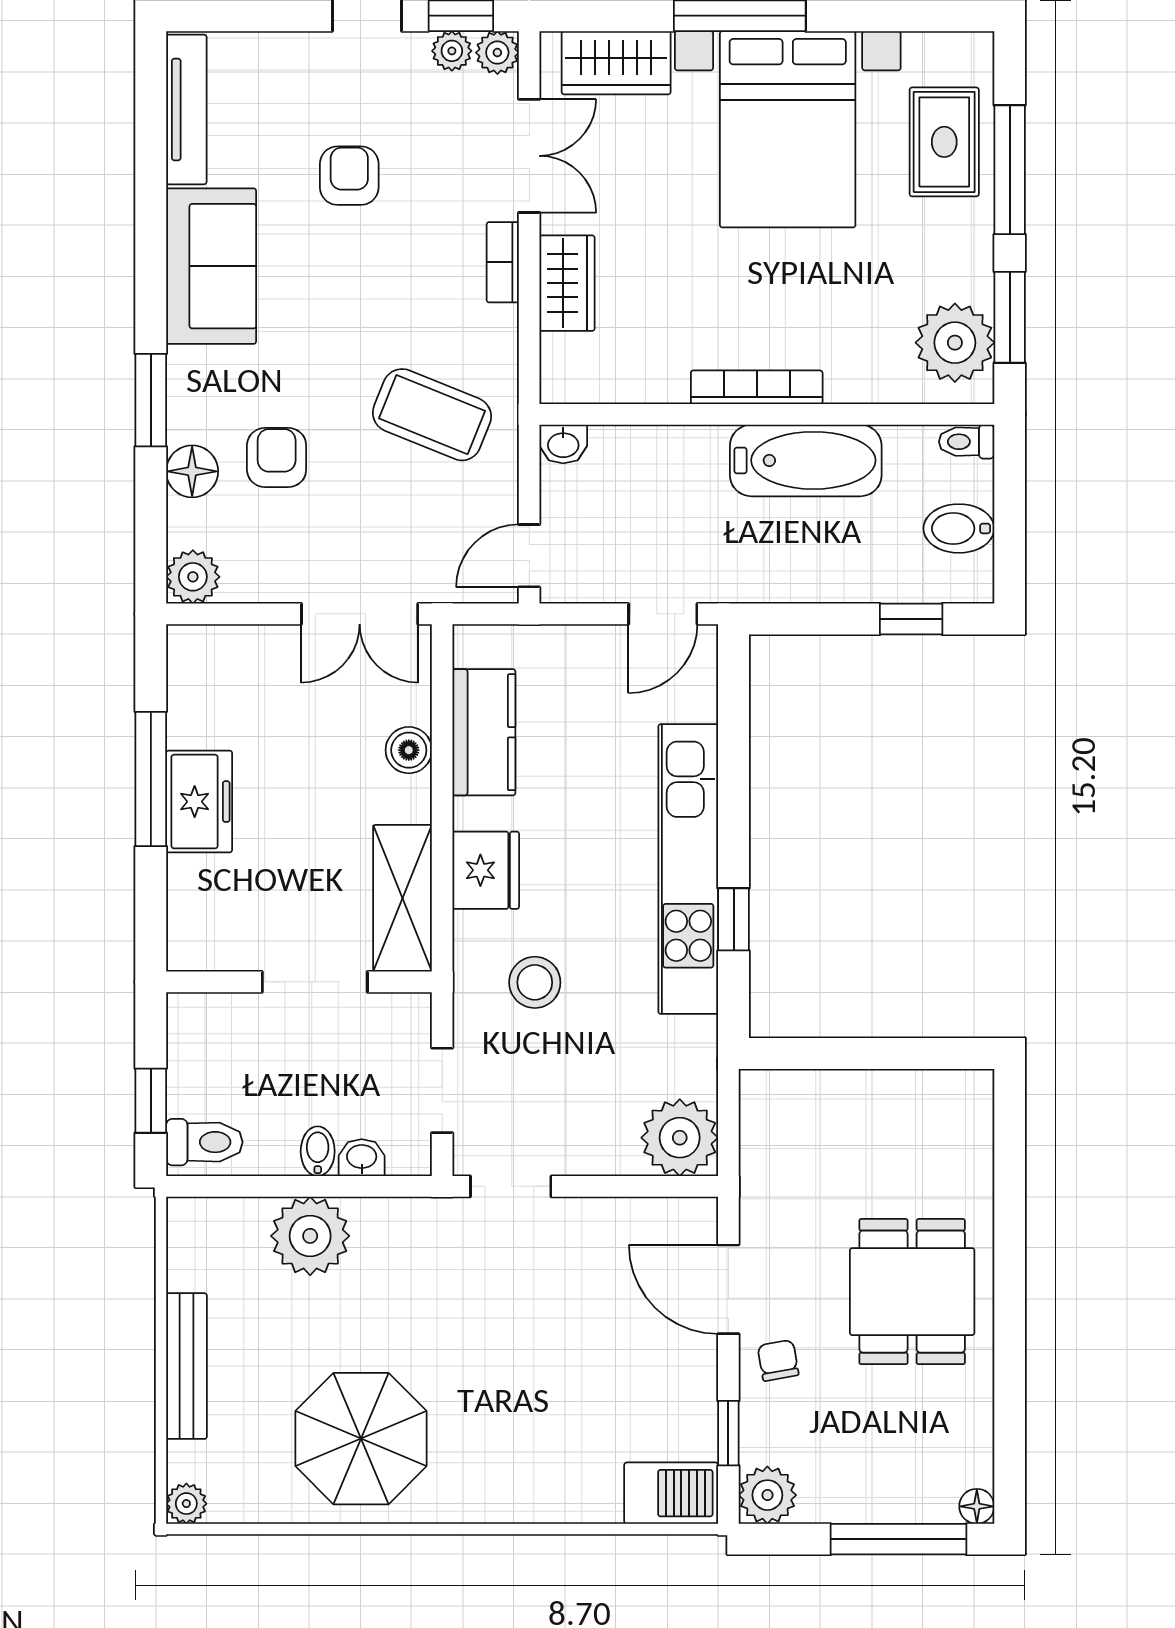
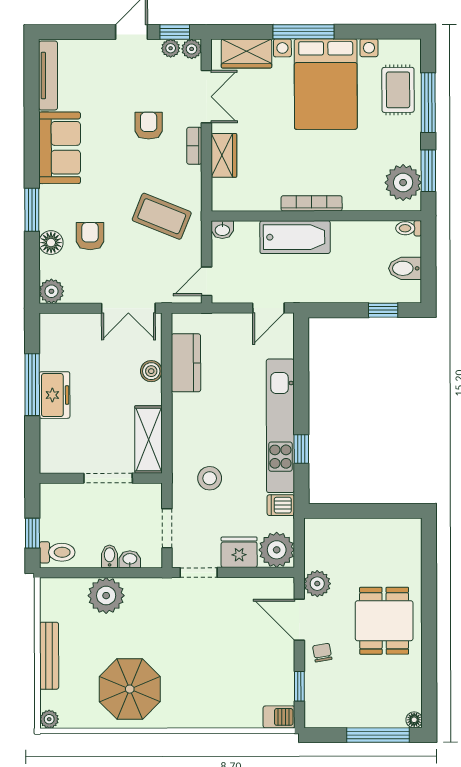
armchair: (349, 176) -> (149, 126), moved
bathtub: (806, 460) -> (295, 237), moved
fridge: (486, 870) -> (239, 552), moved, turned -90
dishwasher: (689, 1041) -> (281, 505), added
barbecue: (671, 1493) -> (279, 717), width x0.73, depth x0.79
plant: (767, 1495) -> (317, 584), moved

